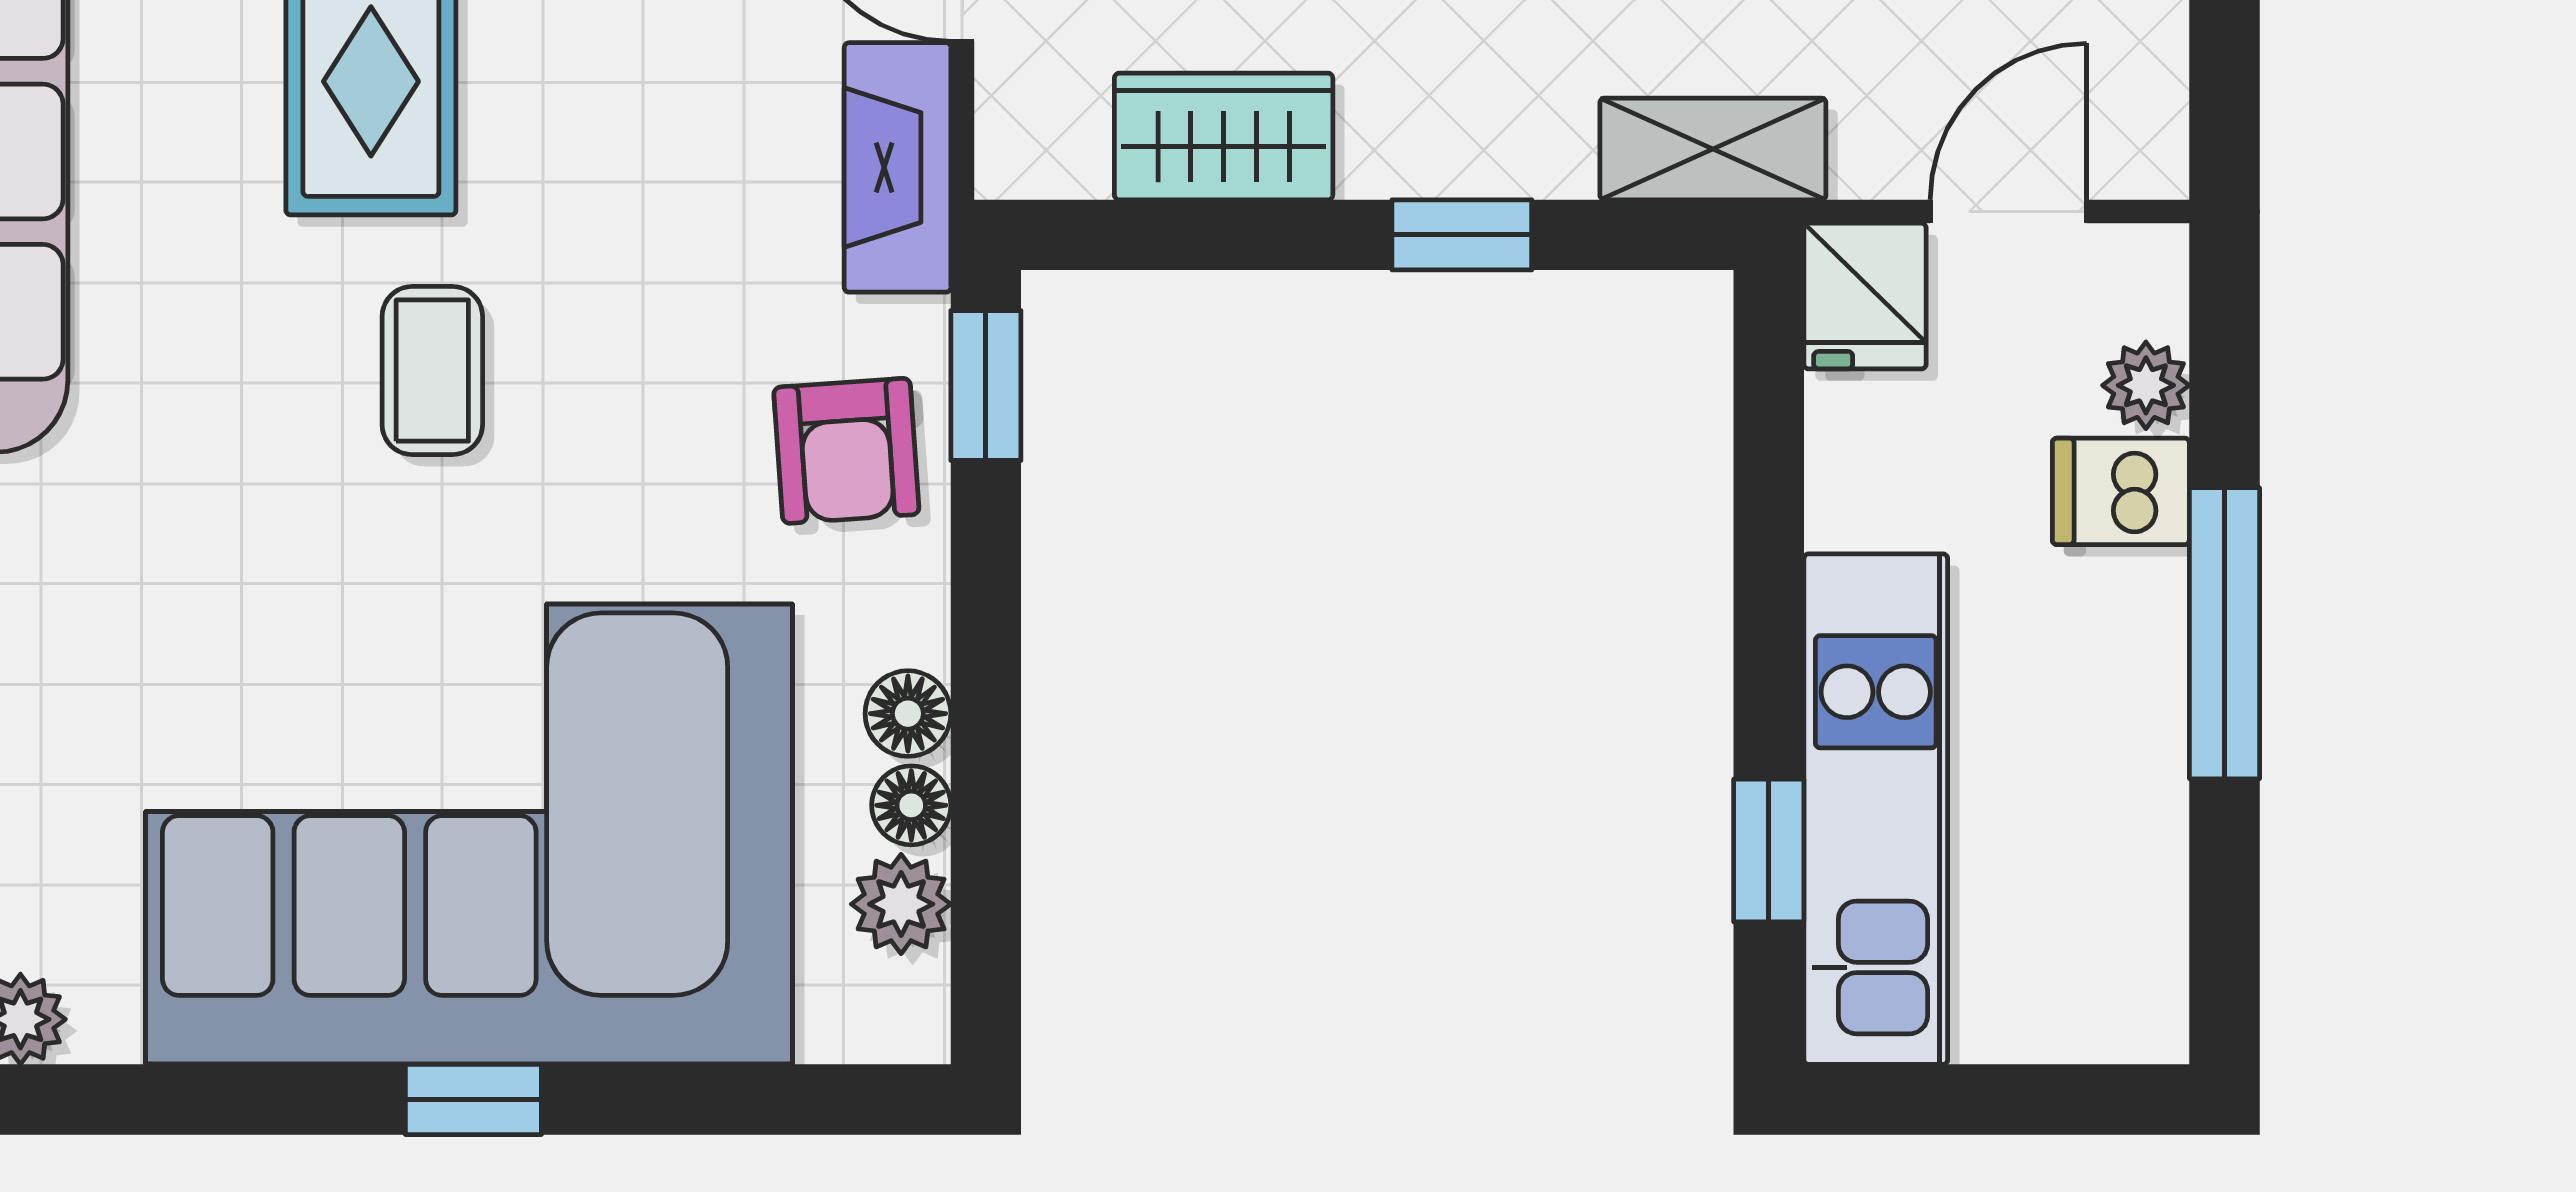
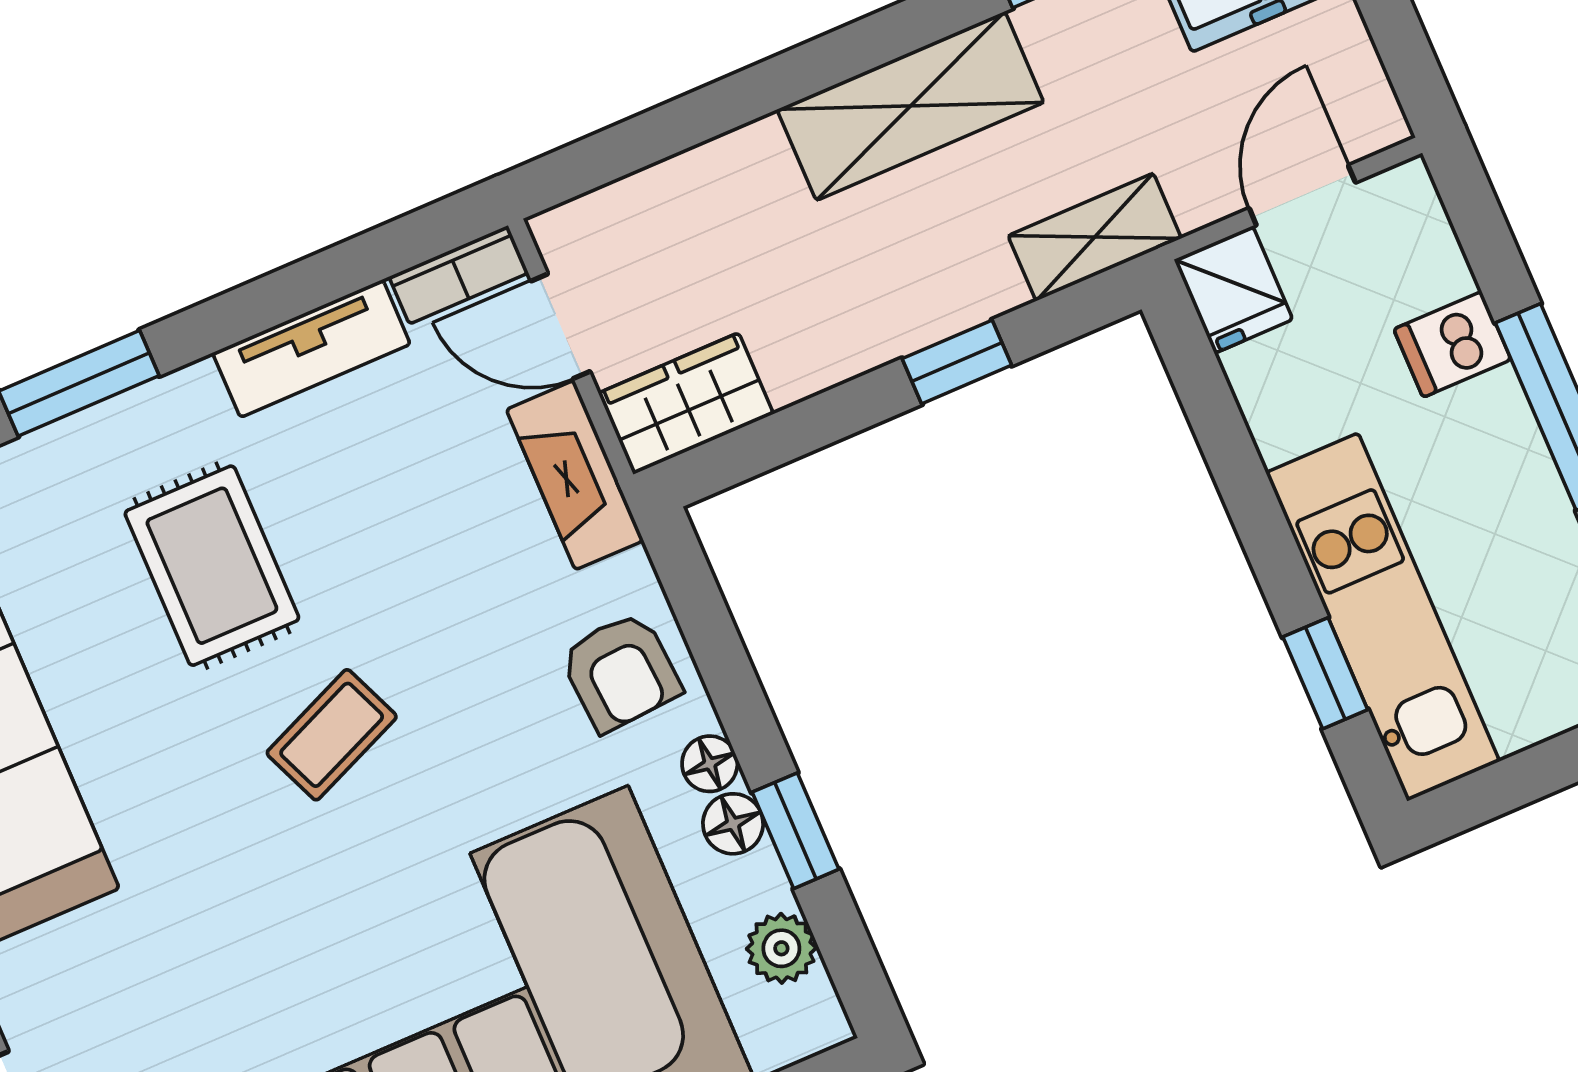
wardrobe: (1224, 136) -> (686, 404), moved
coffee table: (432, 371) -> (332, 735), turned 67
window: (986, 385) -> (795, 831), moved
plant: (2146, 385) -> (1439, 269), removed
floor lamp: (911, 805) -> (710, 764), moved

